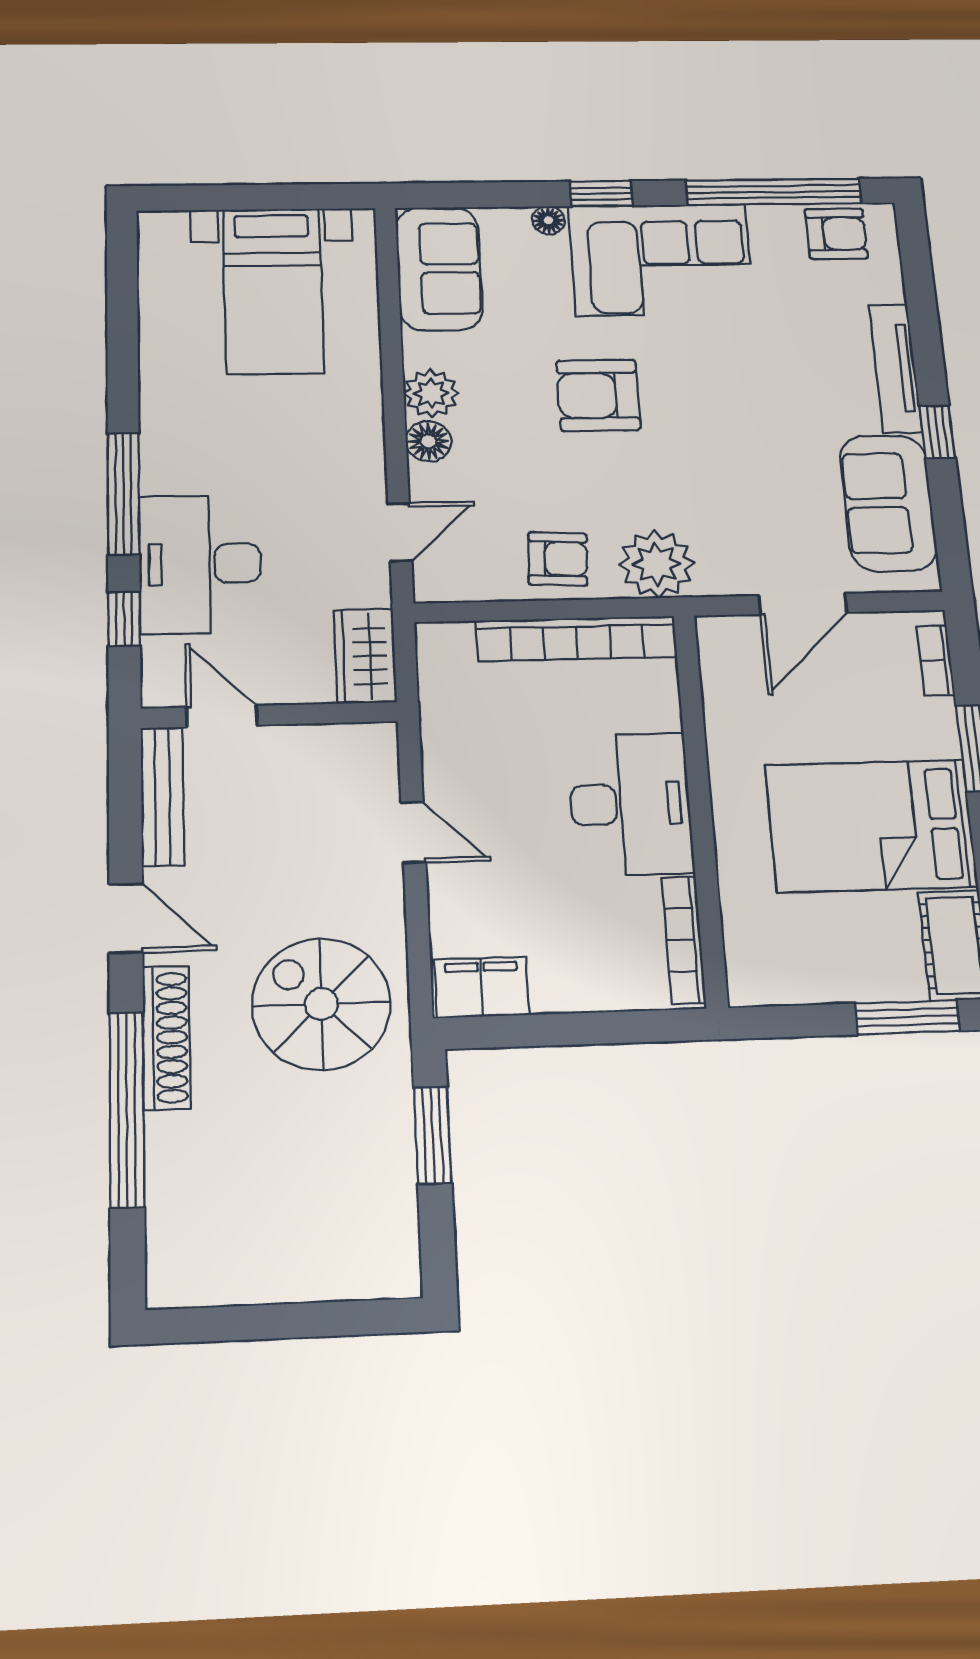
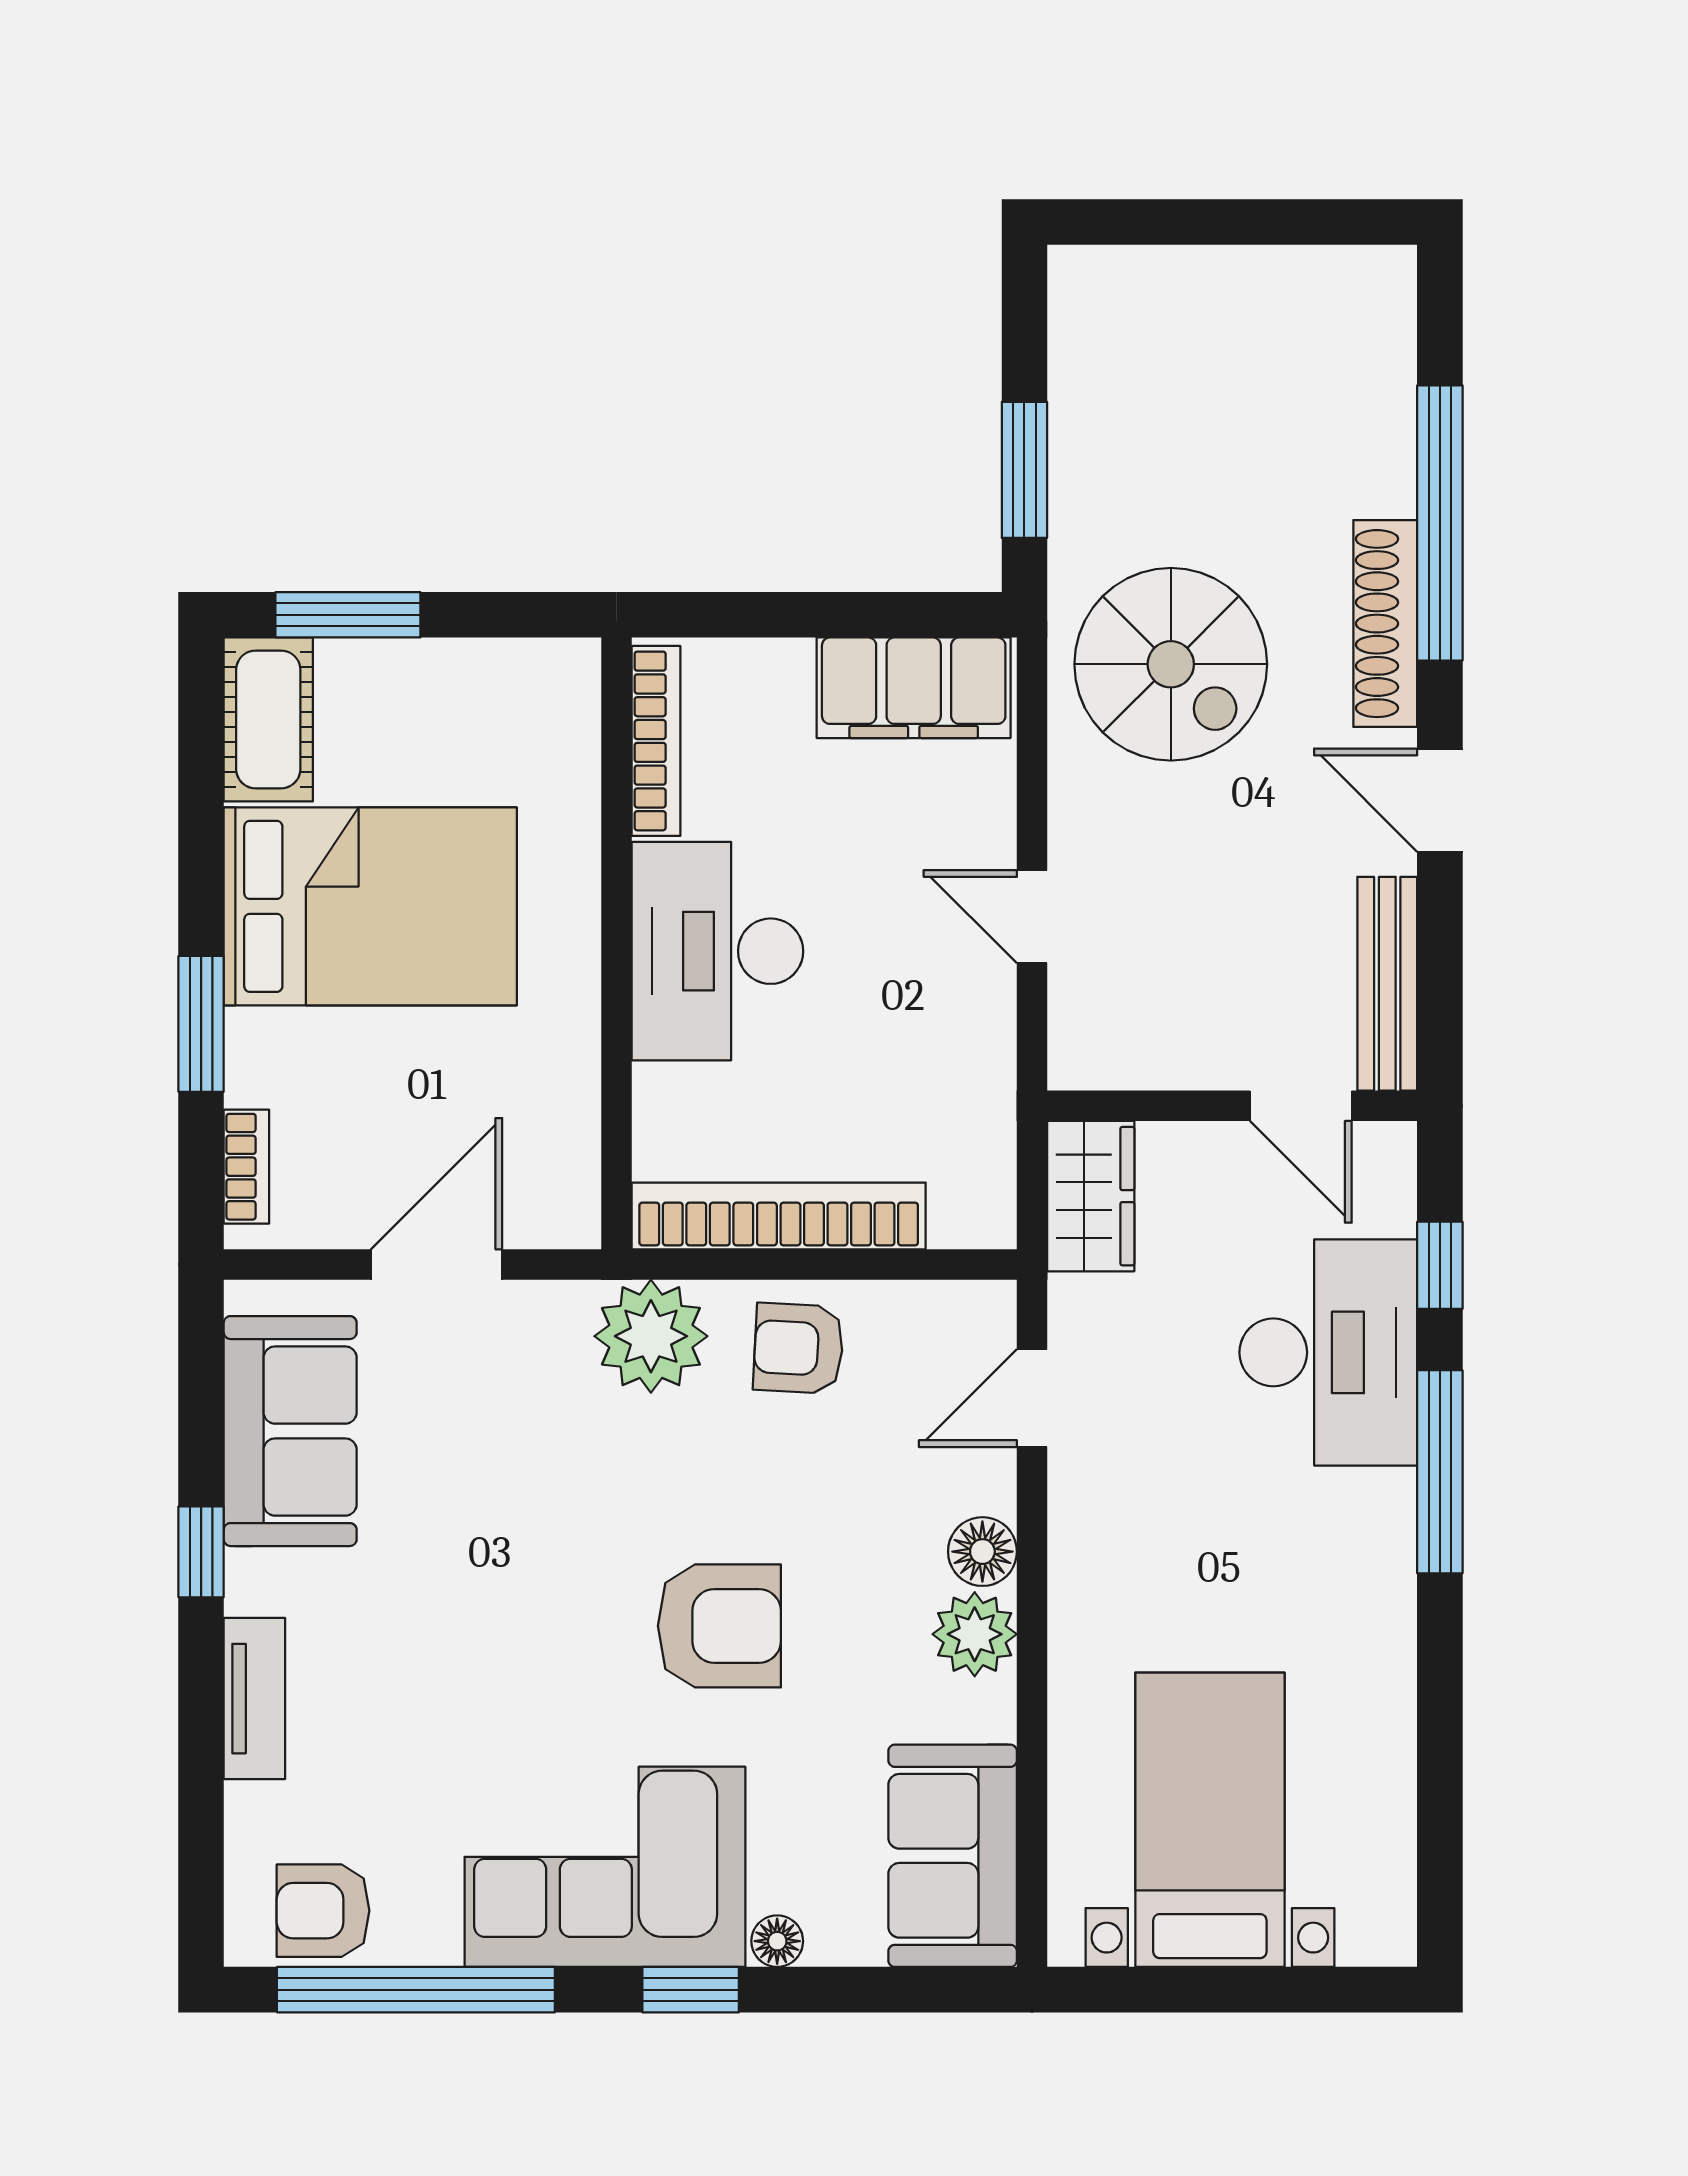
tv unit: (895, 368) -> (254, 1699), width x0.71
filing cabinet: (482, 987) -> (914, 688), width x1.50, depth x1.17

